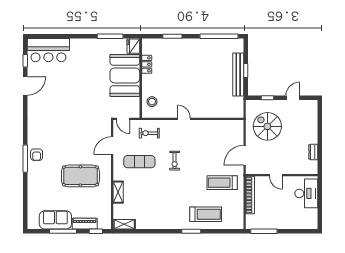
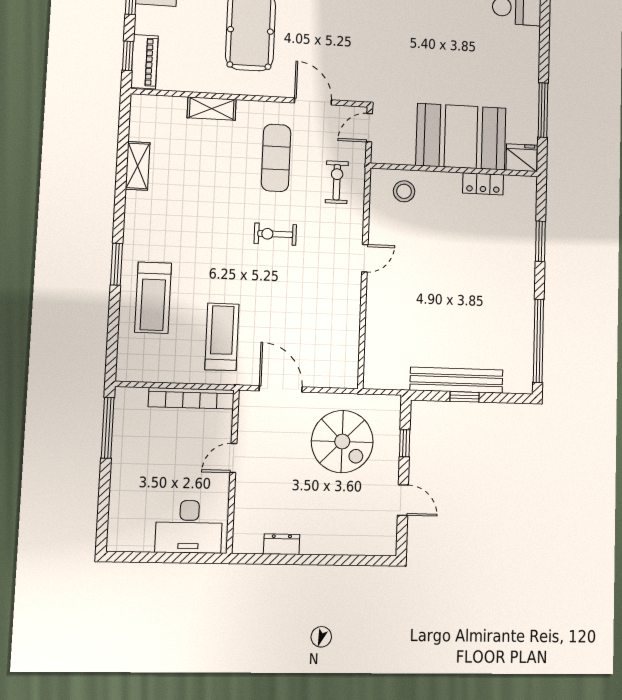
spiral stairs: (267, 126) -> (342, 441), turned 90
piano: (85, 224) -> (145, 62), moved
shelving: (124, 224) -> (138, 166), moved

